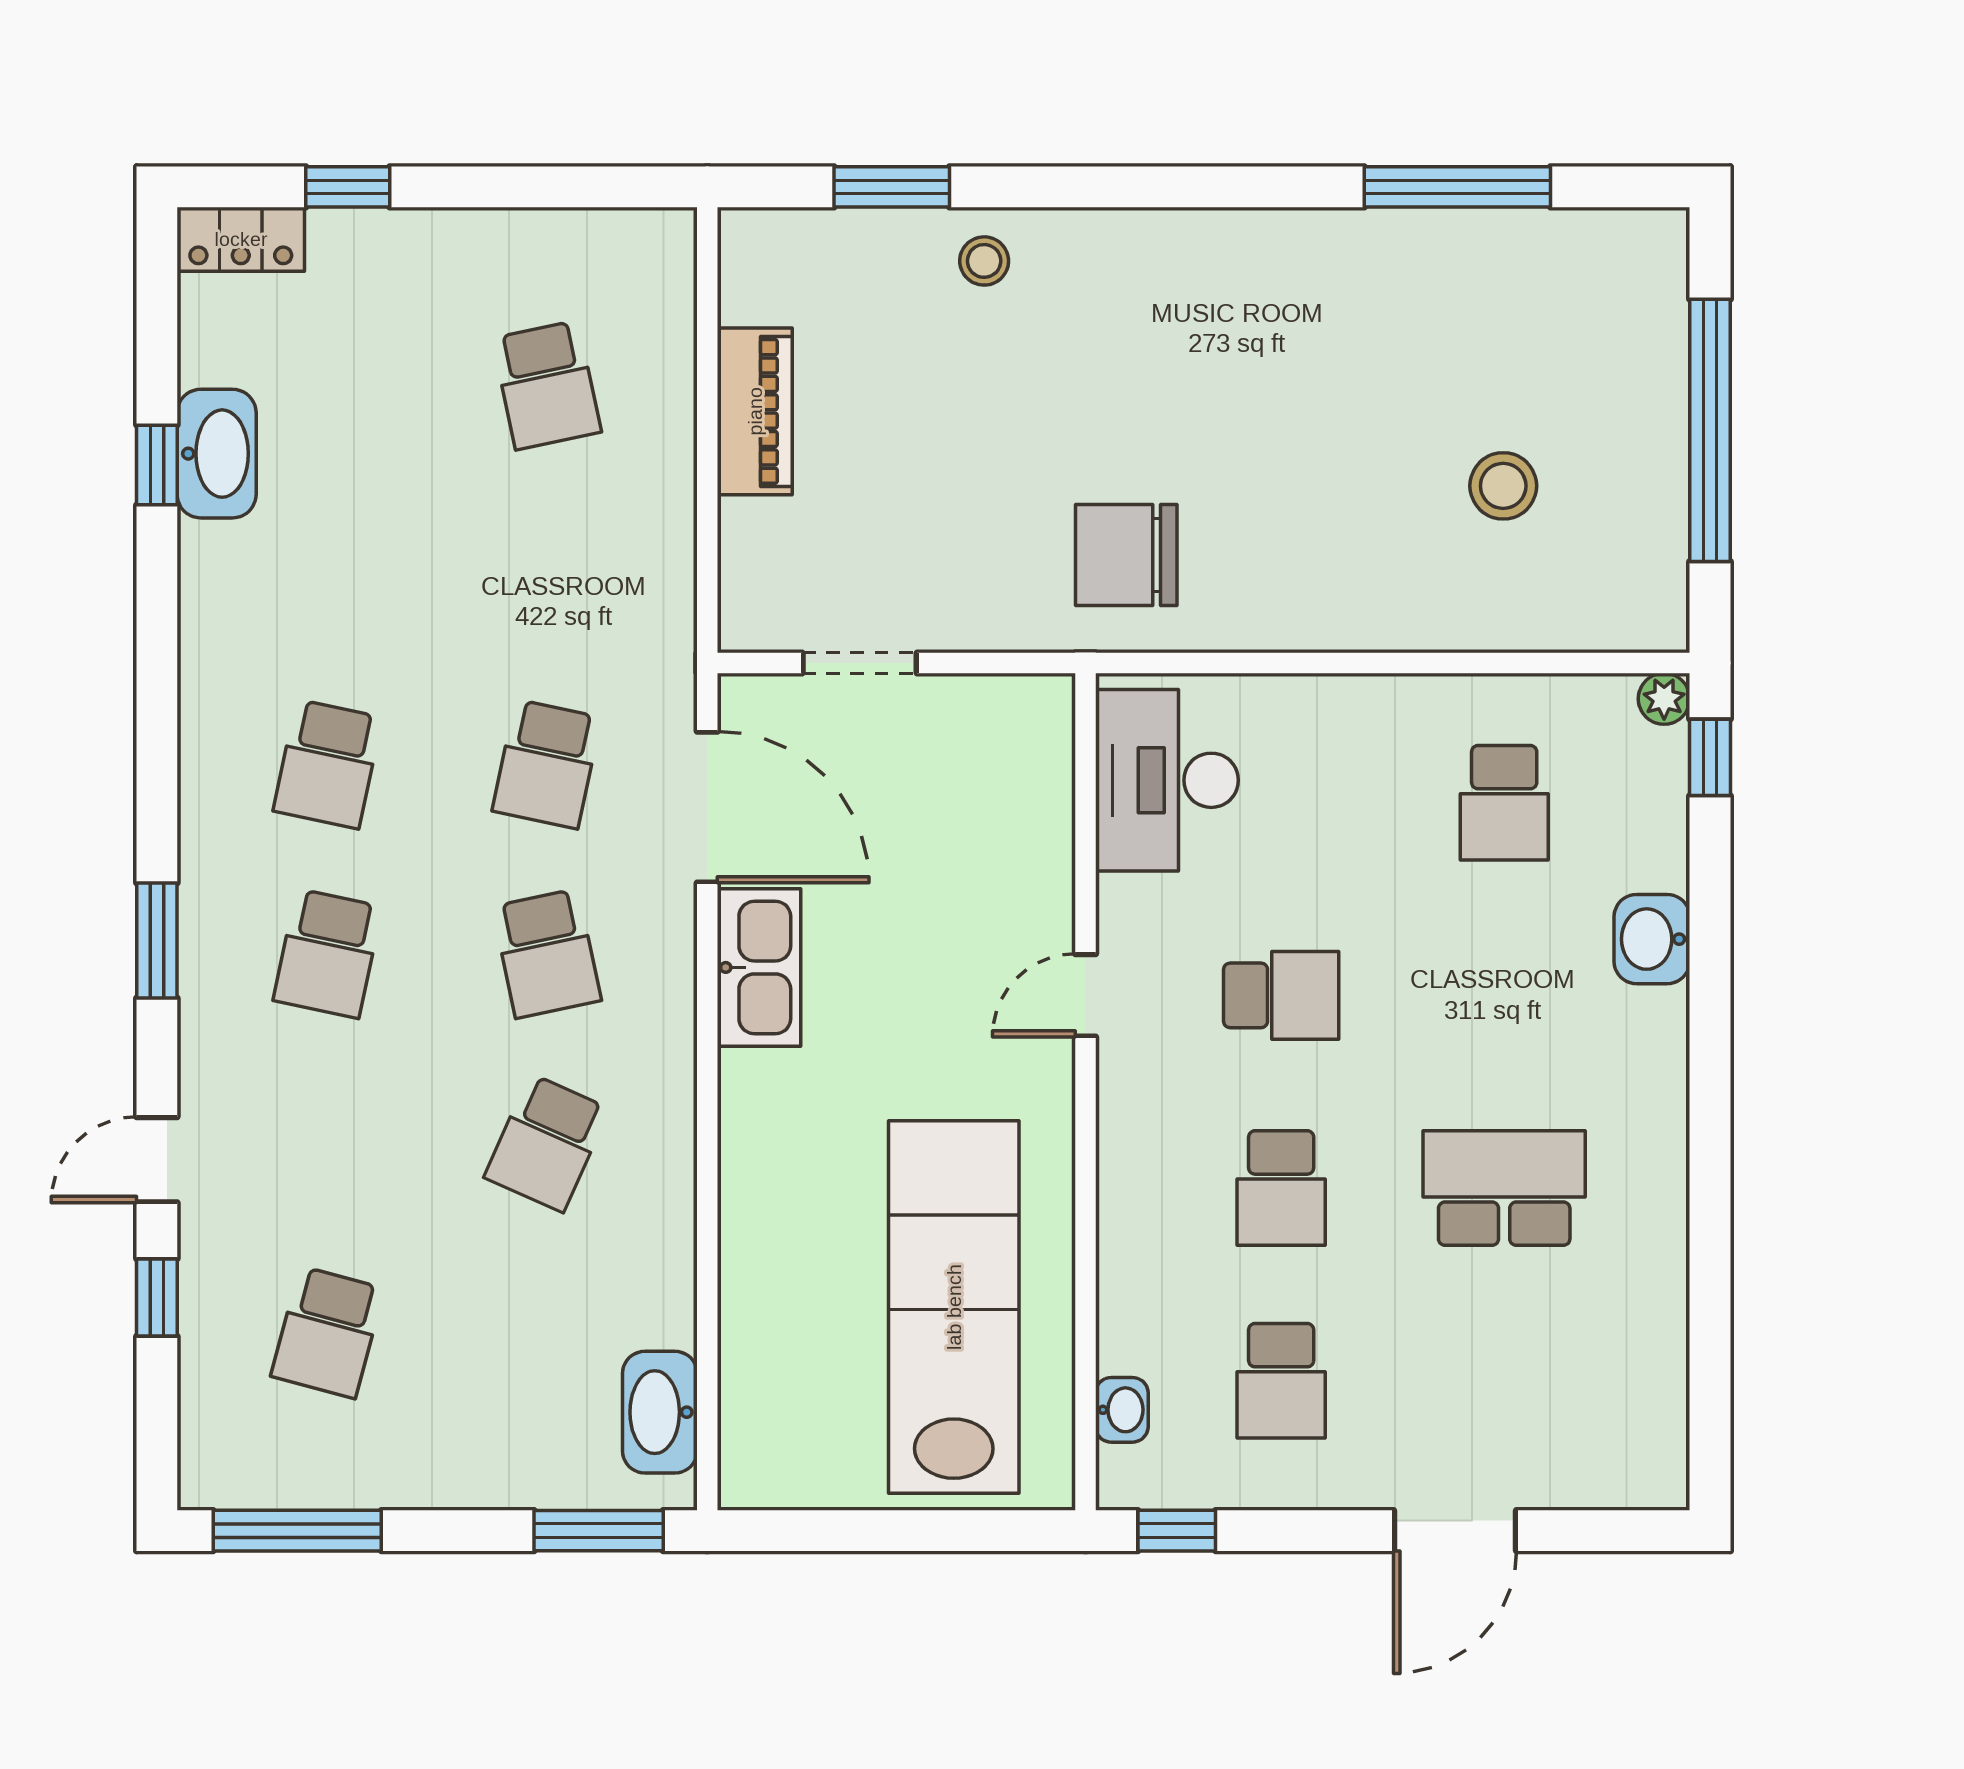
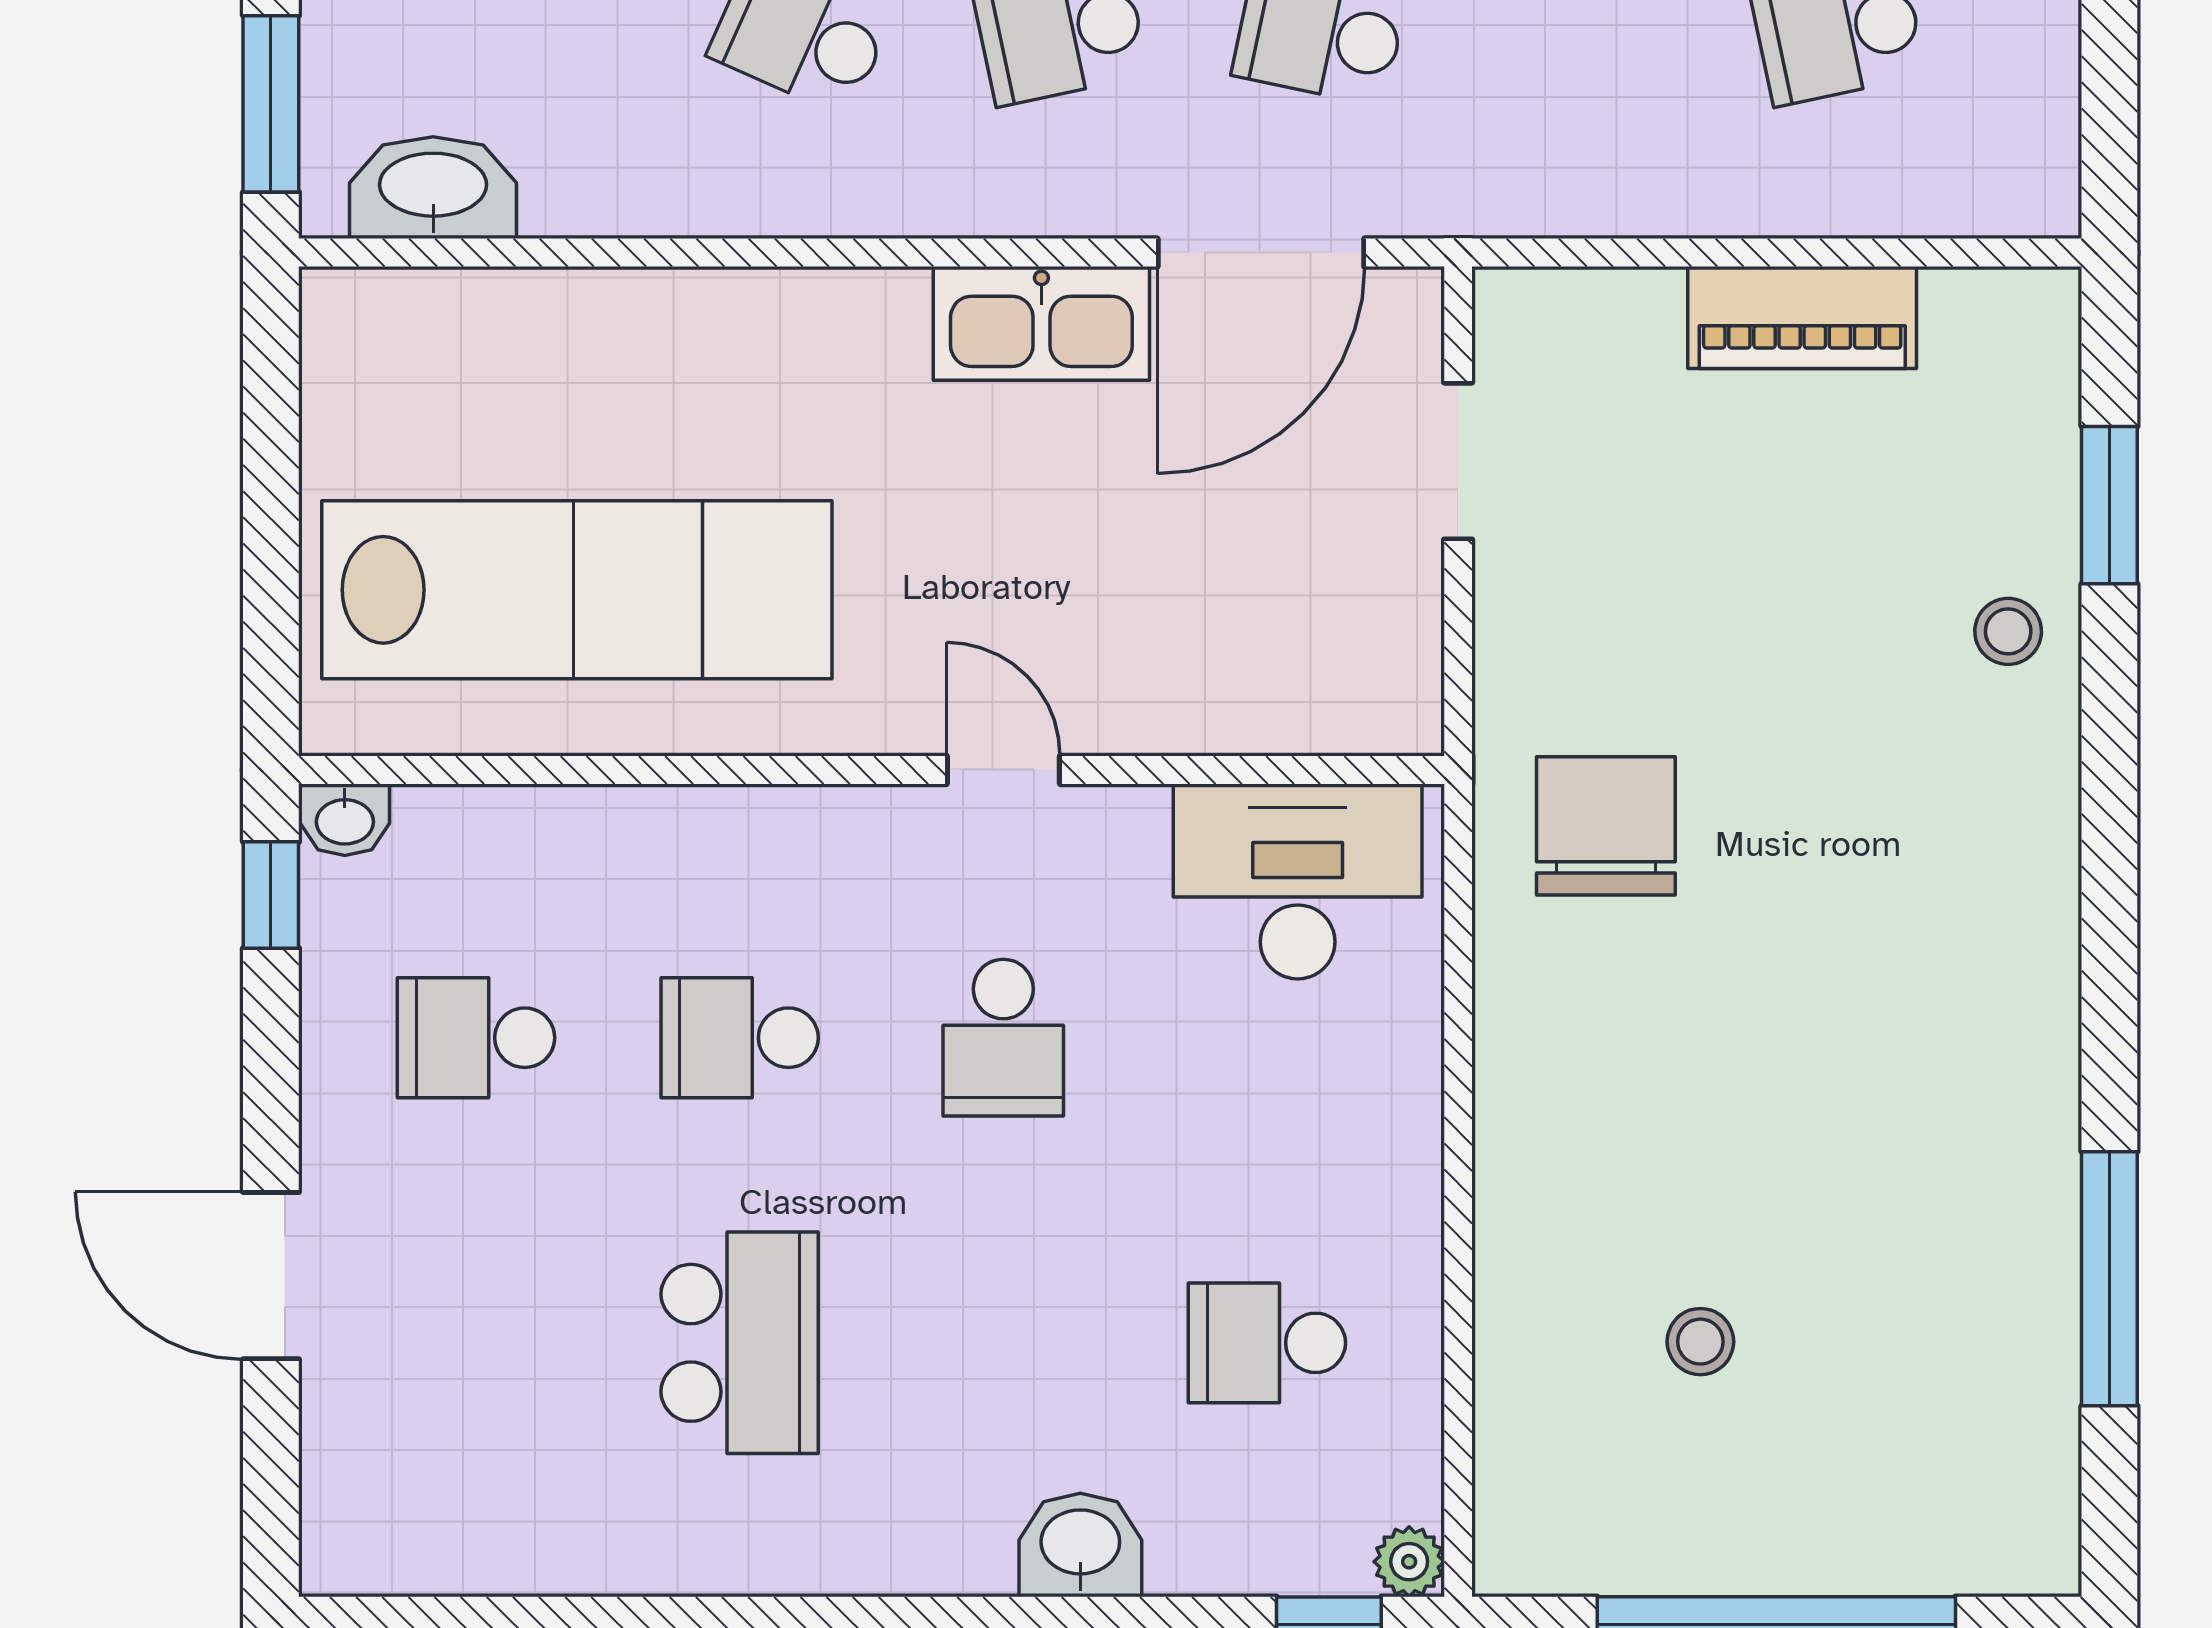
stool: (1503, 486) -> (1700, 1342), width x0.73, depth x0.73
washbasin: (1122, 1410) -> (345, 820), moved

